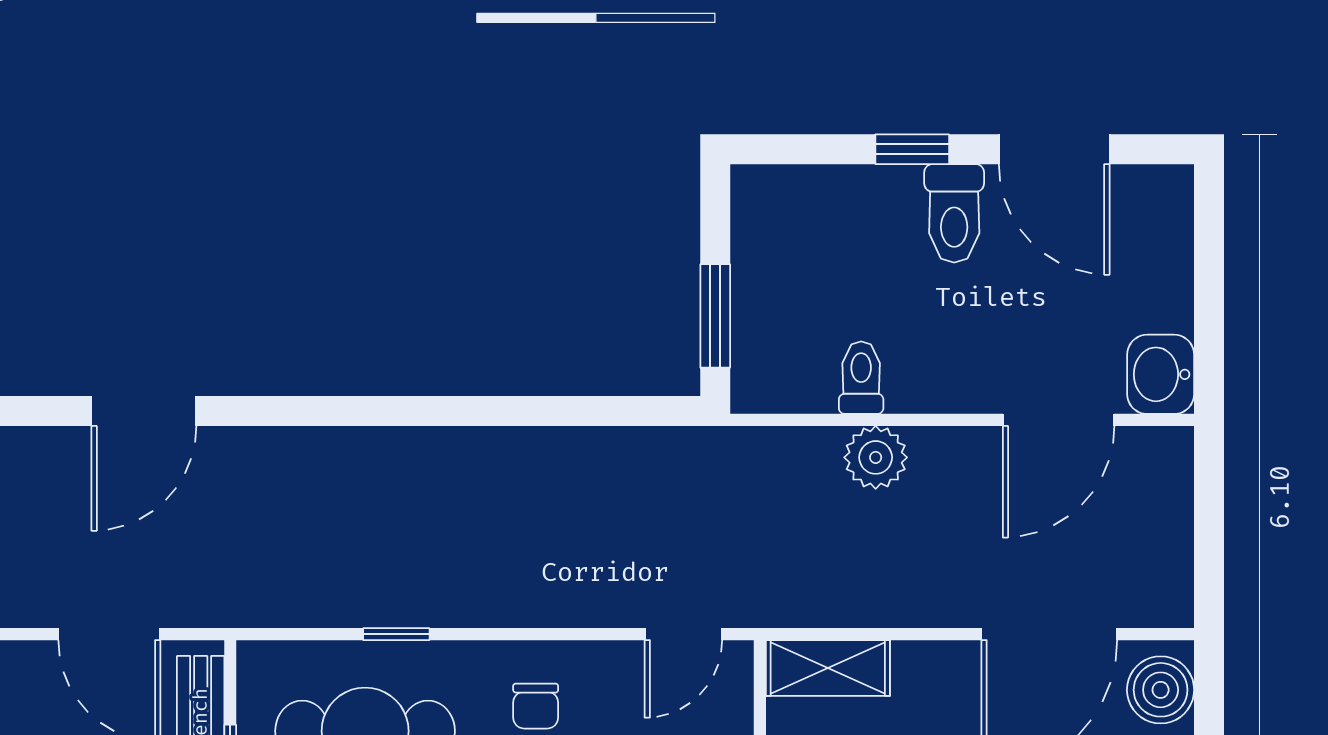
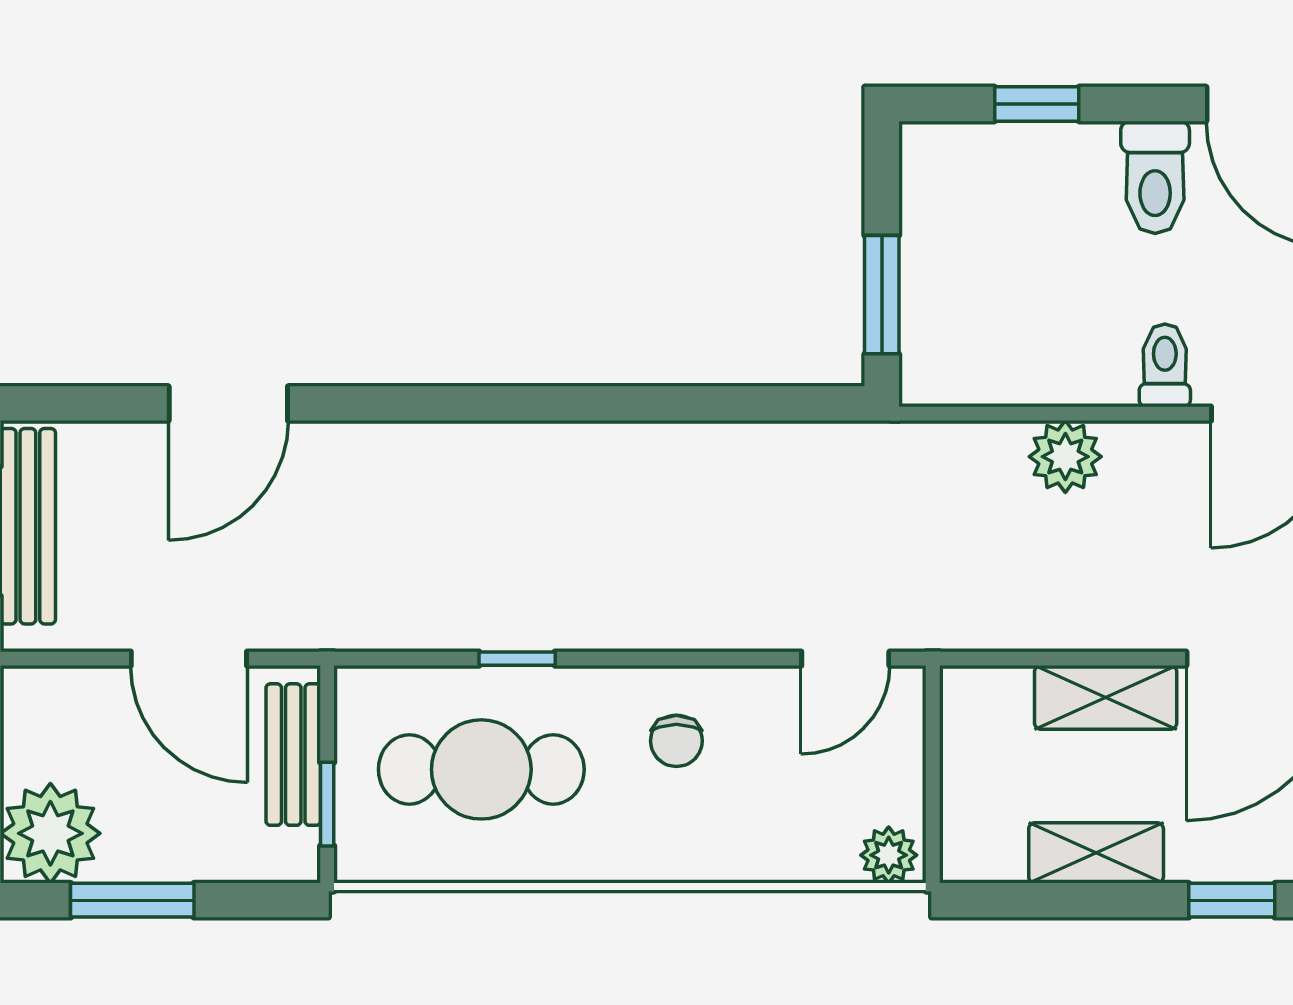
window: (912, 149) -> (1037, 104), moved
toilet: (861, 378) -> (1165, 365), moved
shelving: (828, 668) -> (1106, 697), moved

